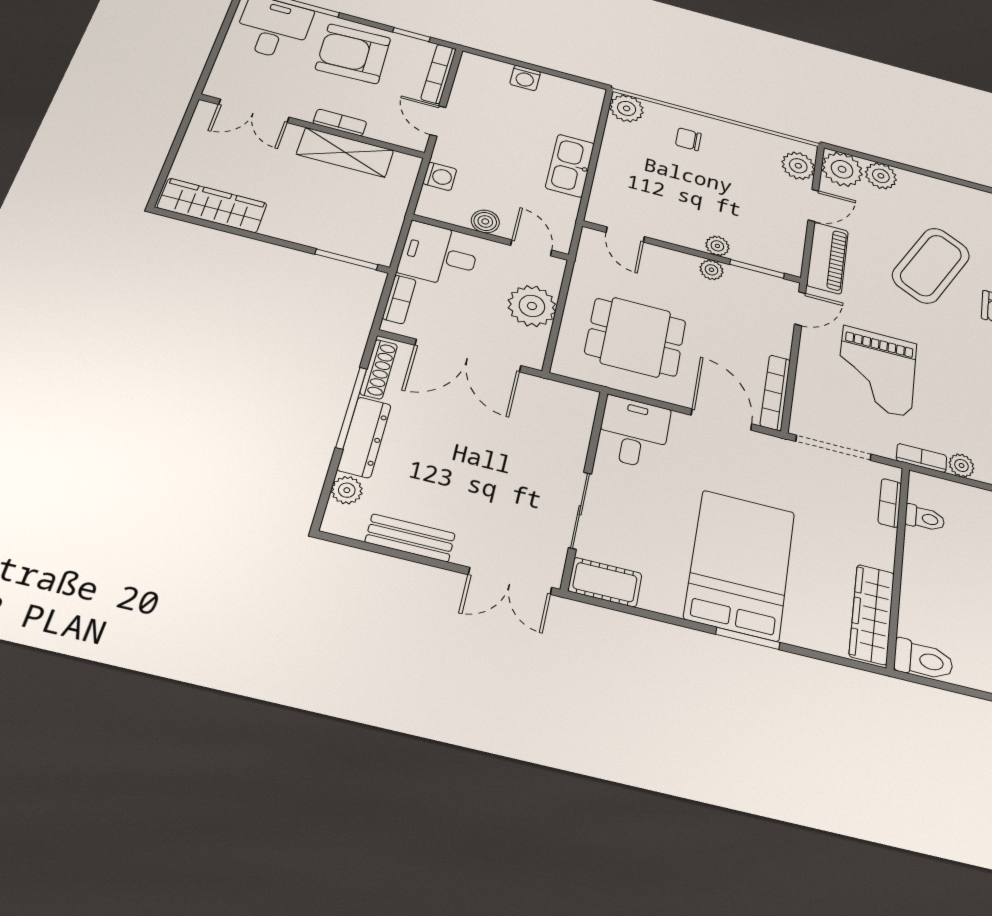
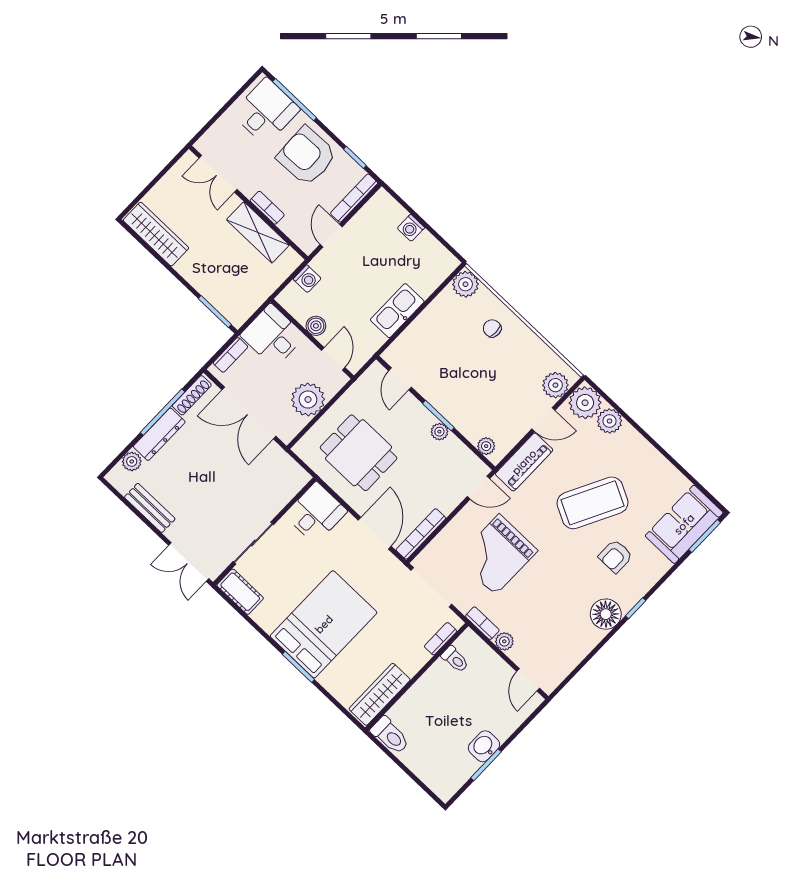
plant: (717, 246) -> (486, 446), moved
window: (757, 269) -> (438, 416), moved

